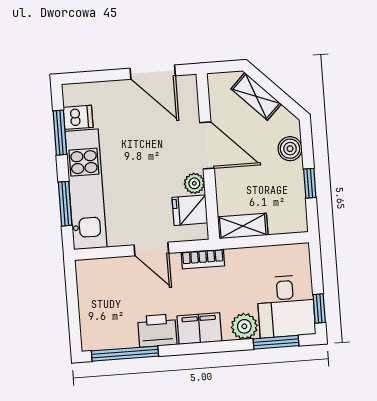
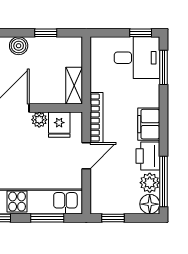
bookcase: (203, 259) -> (97, 118), width x1.56
window: (72, 290) -> (113, 218), added
plant: (244, 326) -> (150, 183), moved
floor lamp: (94, 338) -> (150, 204), added

